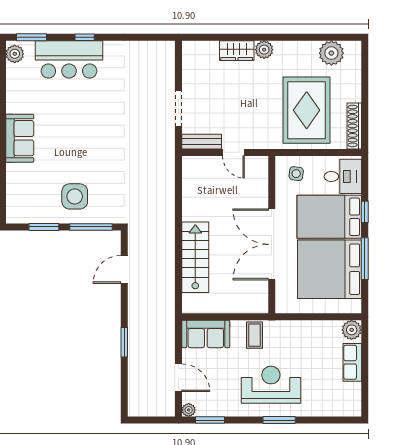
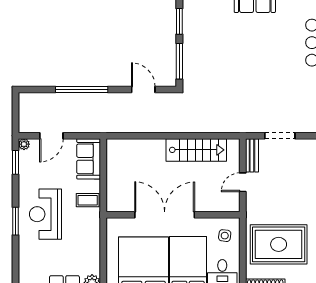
side table: (75, 196) -> (205, 47), removed
stairs: (195, 257) -> (196, 150), moved
window: (124, 342) -> (82, 90), width x2.11
reception desk: (271, 385) -> (45, 214), turned 180

